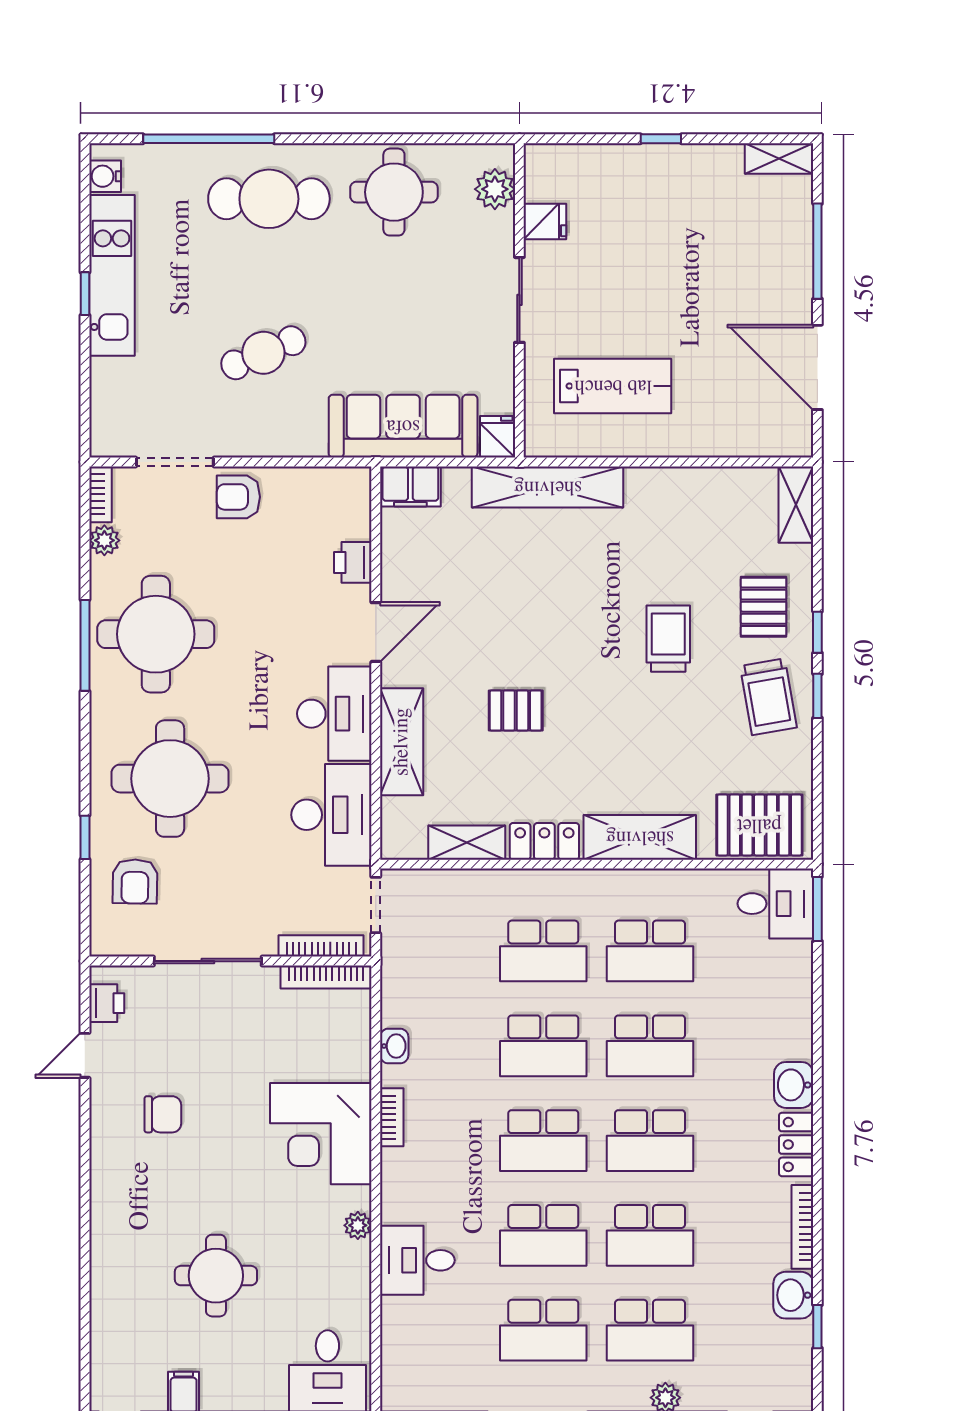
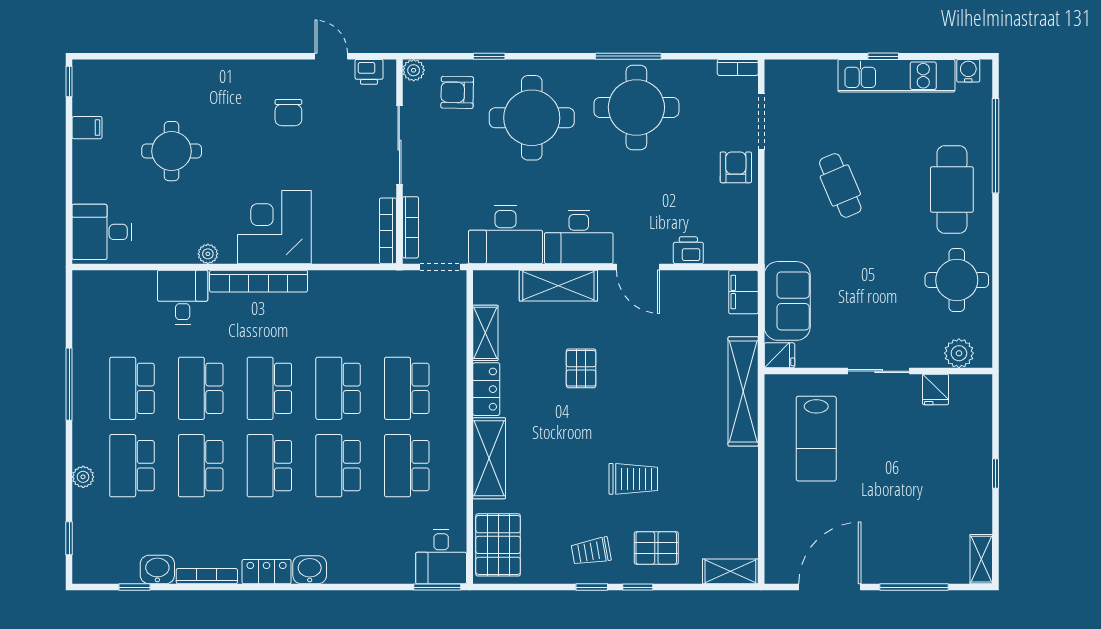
sofa: (403, 426) -> (787, 301), width x0.73
plant: (104, 540) -> (414, 70), moved
trolley: (768, 697) -> (591, 551), width x0.73, depth x0.72
washbasin: (394, 1046) -> (338, 280), removed
bookcase: (392, 1117) -> (259, 281), width x2.31, depth x1.31

